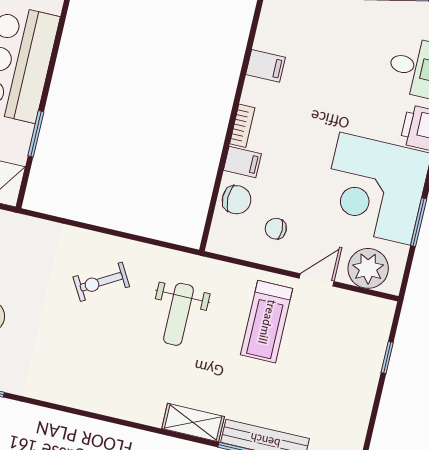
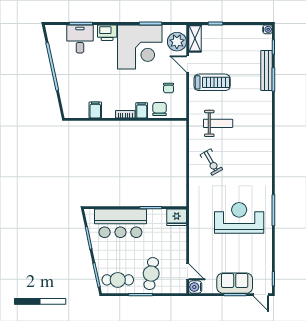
shelving: (193, 423) -> (195, 38), moved

